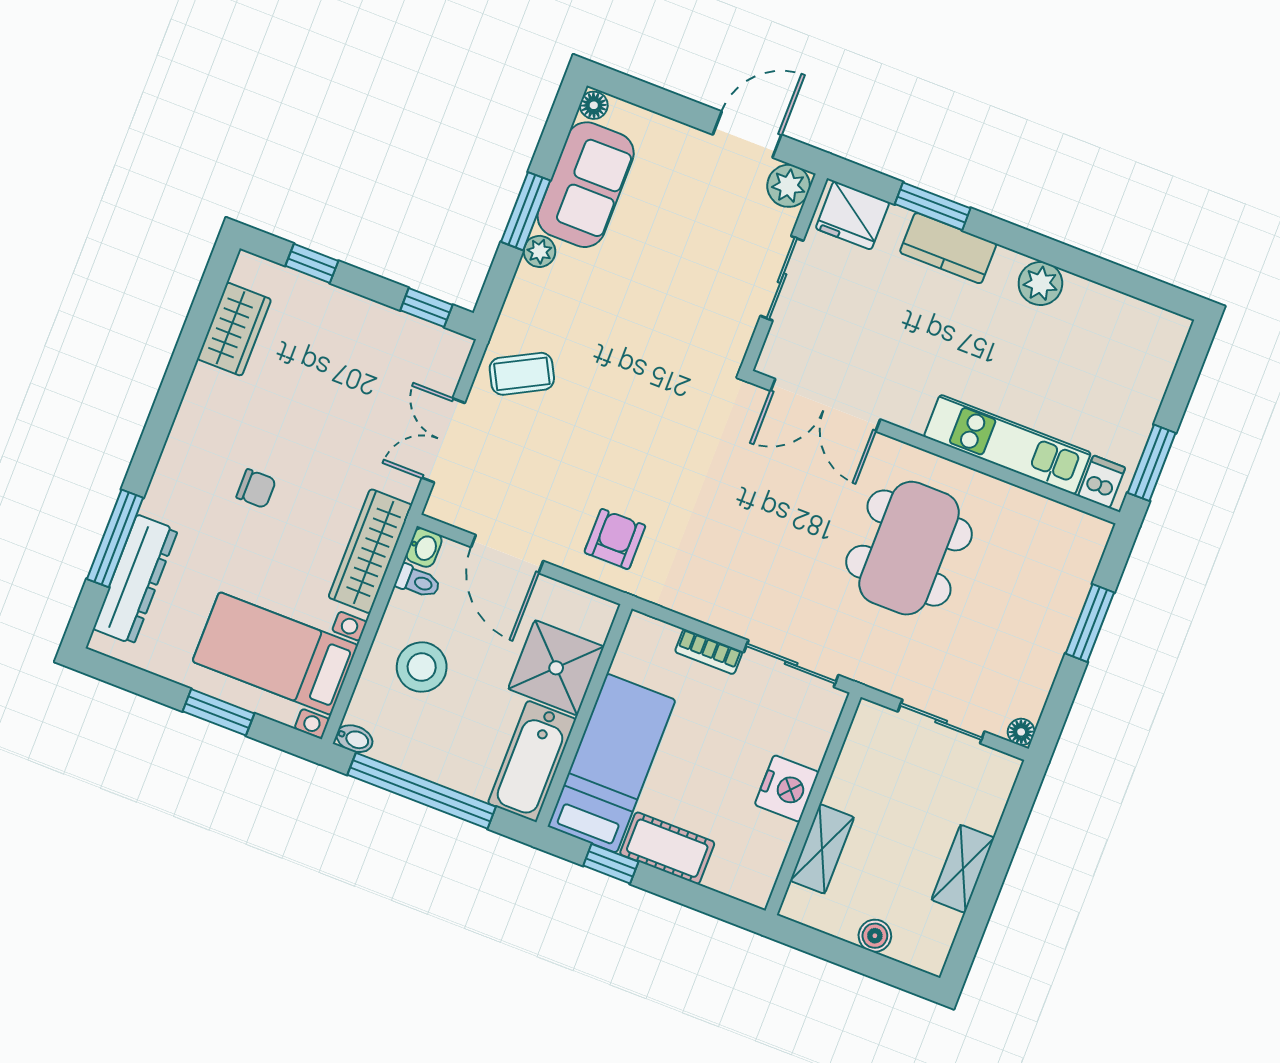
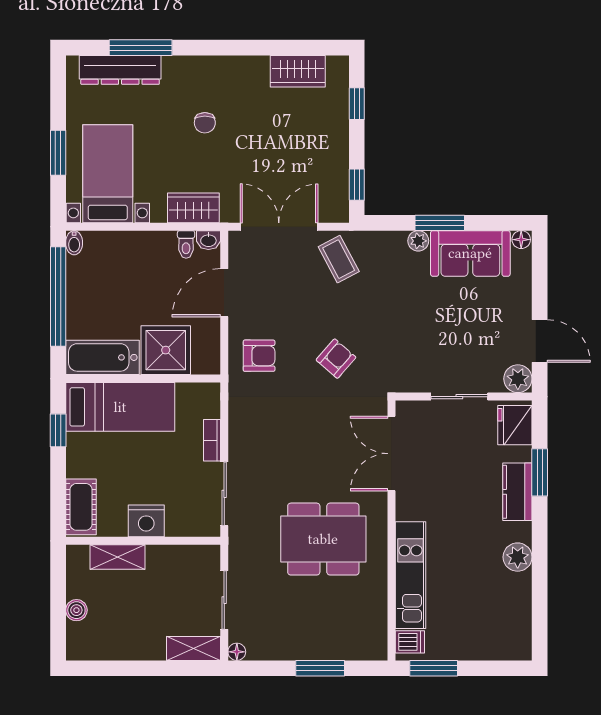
armchair: (661, 432) -> (336, 359), added
double door: (443, 440) -> (279, 227), width x1.37
wardrobe: (370, 551) -> (193, 208), width x0.67
stool: (422, 667) -> (134, 267), removed
cot: (667, 848) -> (81, 507), moved
shelving: (963, 869) -> (193, 648), moved

